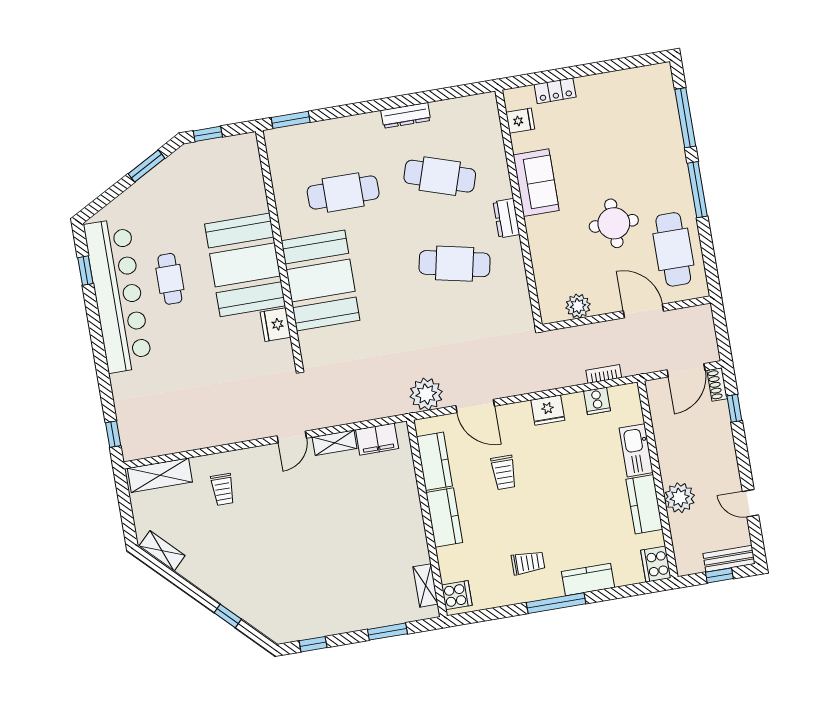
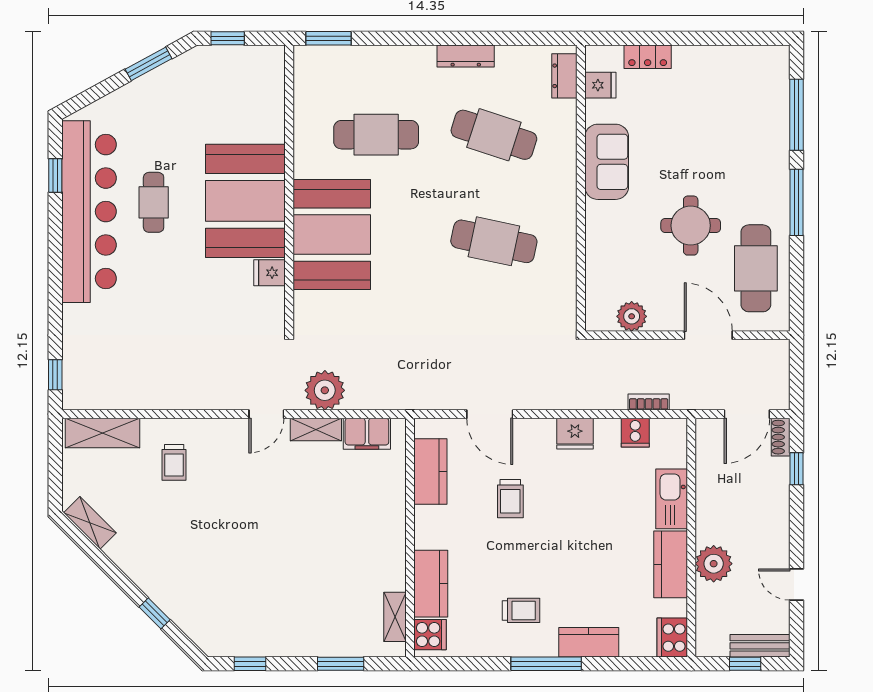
dresser: (506, 218) -> (564, 76), moved
fridge: (276, 325) -> (270, 273), width x0.72
plant: (426, 394) -> (325, 390), moved
kitchen counter: (444, 517) -> (431, 584), moved

